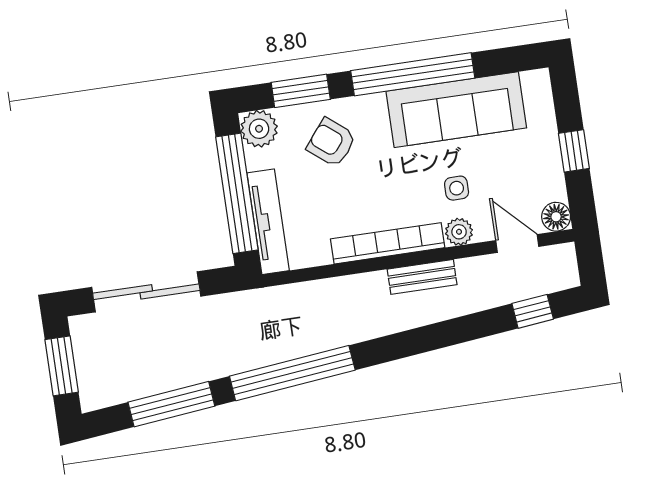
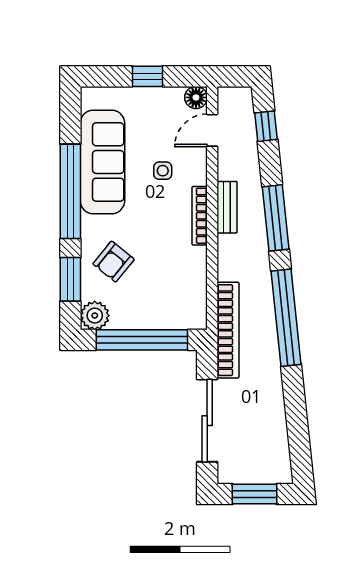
tv unit: (268, 222) -> (167, 319), removed
plant: (459, 232) -> (197, 174), removed
bookcase: (388, 243) -> (200, 216), width x0.68, depth x0.76
bookcase: (266, 301) -> (228, 330), added
window: (171, 404) -> (276, 218), moved

